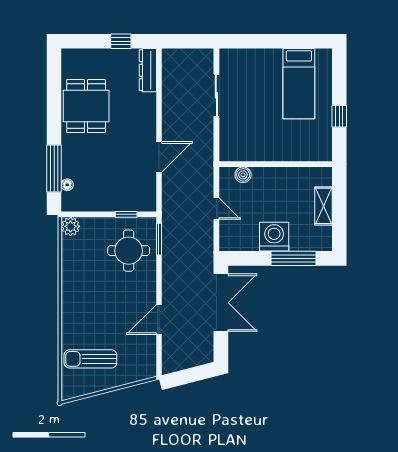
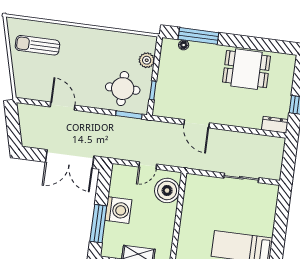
dresser: (148, 70) -> (275, 125), width x0.70
boiler: (243, 175) -> (167, 190), width x1.86, depth x1.86
plant: (71, 226) -> (147, 60), moved
sun lounger: (90, 359) -> (37, 45), turned -90

